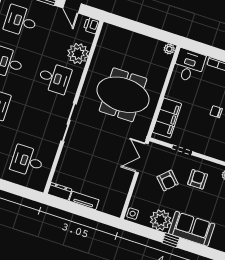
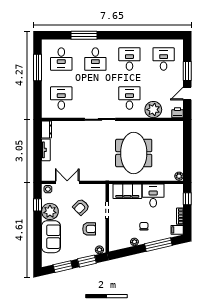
window: (200, 48) -> (187, 199), added
desk: (189, 65) -> (153, 196), moved, turned -90
desk: (54, 78) -> (129, 98), turned 180
double door: (142, 158) -> (67, 182), moved
window: (171, 240) -> (38, 205), moved

